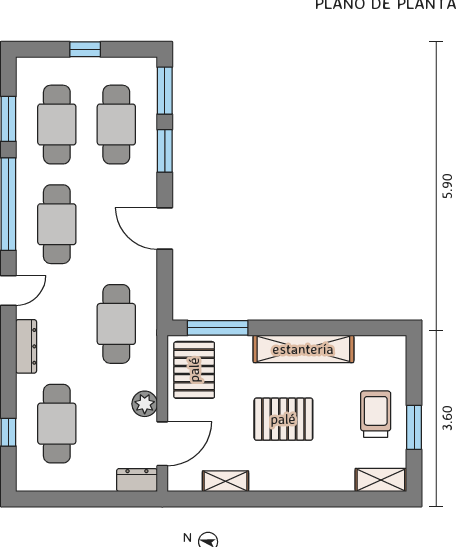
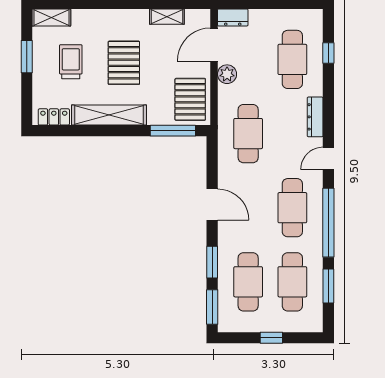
locker: (378, 346) -> (54, 117), added
trolley: (376, 414) -> (71, 62), moved, turned 180
pallet: (283, 419) -> (124, 63), turned 90

